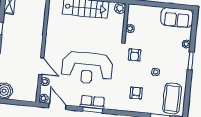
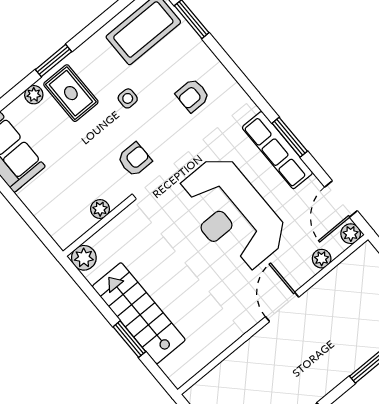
rug: (175, 56) -> (71, 93), added
door: (41, 66) -> (282, 307), moved
reception desk: (87, 68) -> (232, 214), turned 180
row of seats: (92, 102) -> (277, 150), width x1.48

